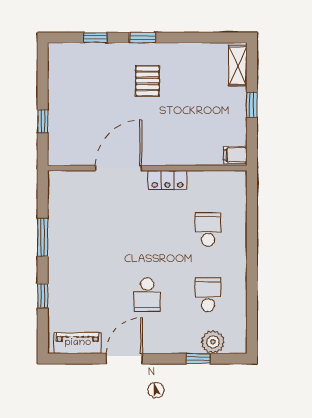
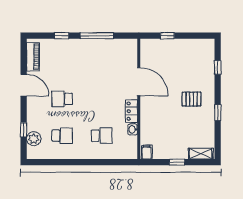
window: (142, 38) -> (218, 113), moved
washbasin: (198, 178) -> (133, 129), added
window: (43, 237) -> (97, 36), width x1.44

